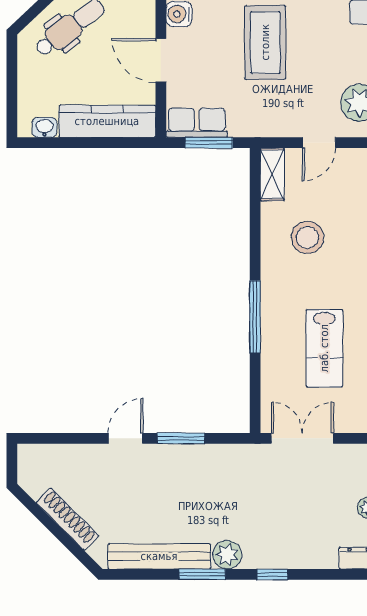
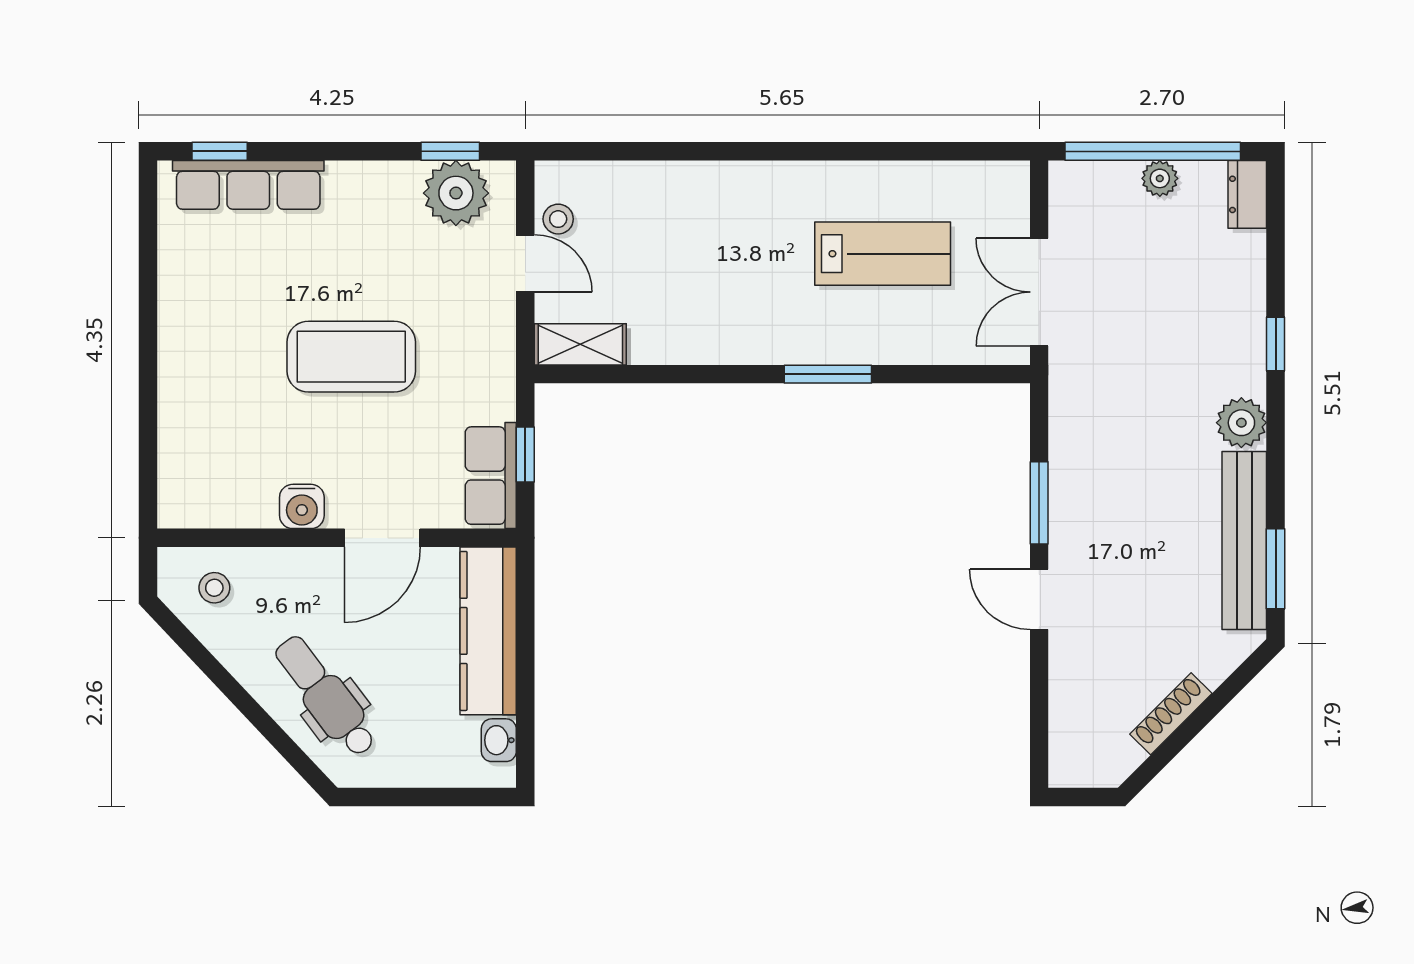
window: (209, 143) -> (525, 454), width x0.67
stool: (307, 237) -> (558, 219), moved, width x0.53, depth x0.53
window: (255, 317) -> (828, 374), width x0.69
shoe rack: (67, 519) -> (1171, 714), width x0.74, depth x0.81
window: (202, 574) -> (1276, 569), moved

